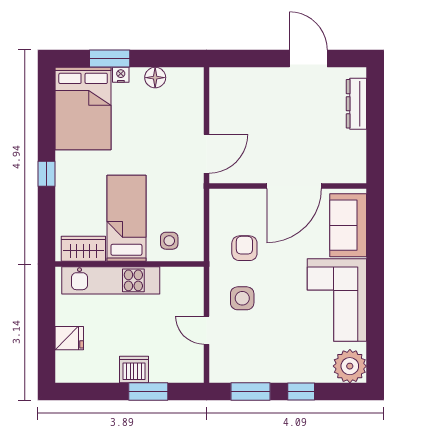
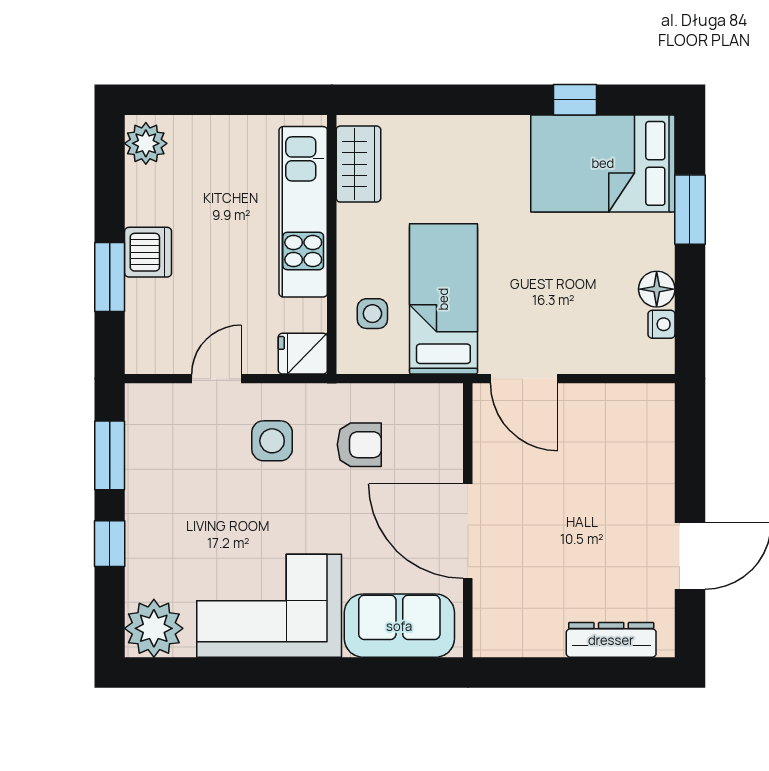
nightstand: (121, 75) -> (661, 324), moved
window: (47, 174) -> (575, 100), moved
bed: (126, 218) -> (443, 299), moved, turned -90
fridge: (69, 338) -> (303, 354), moved, turned 90
plant: (72, 371) -> (146, 143), added

